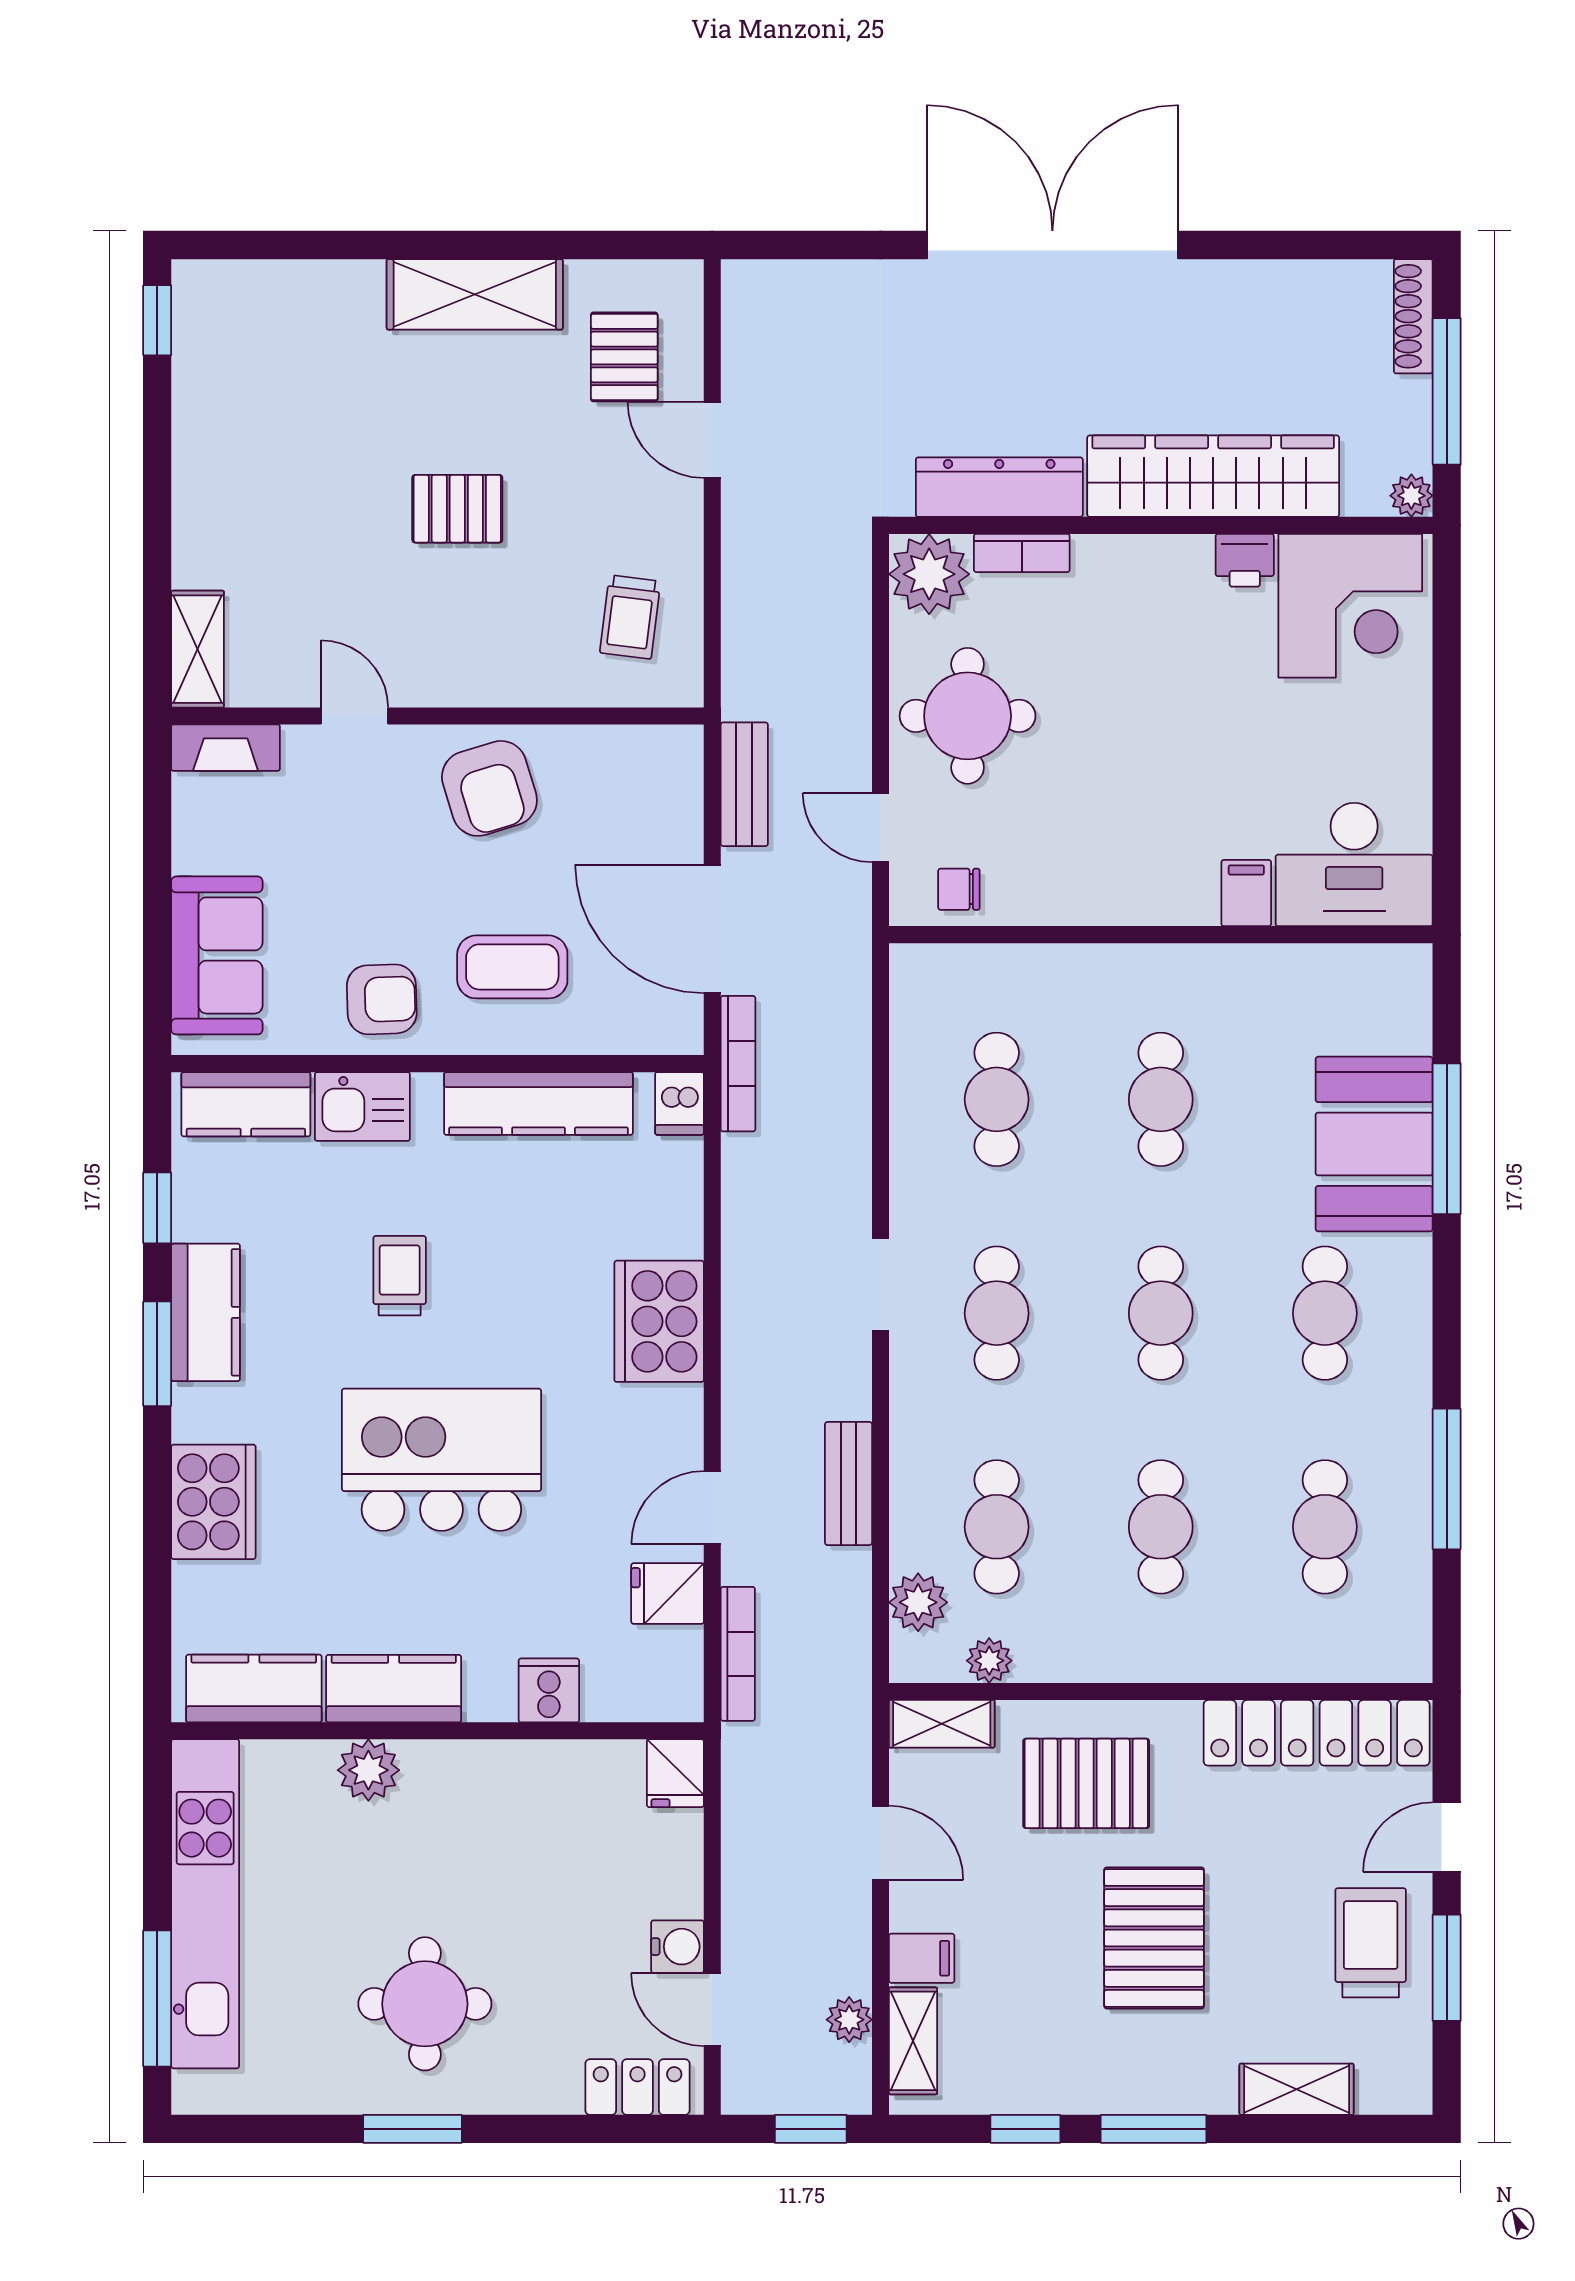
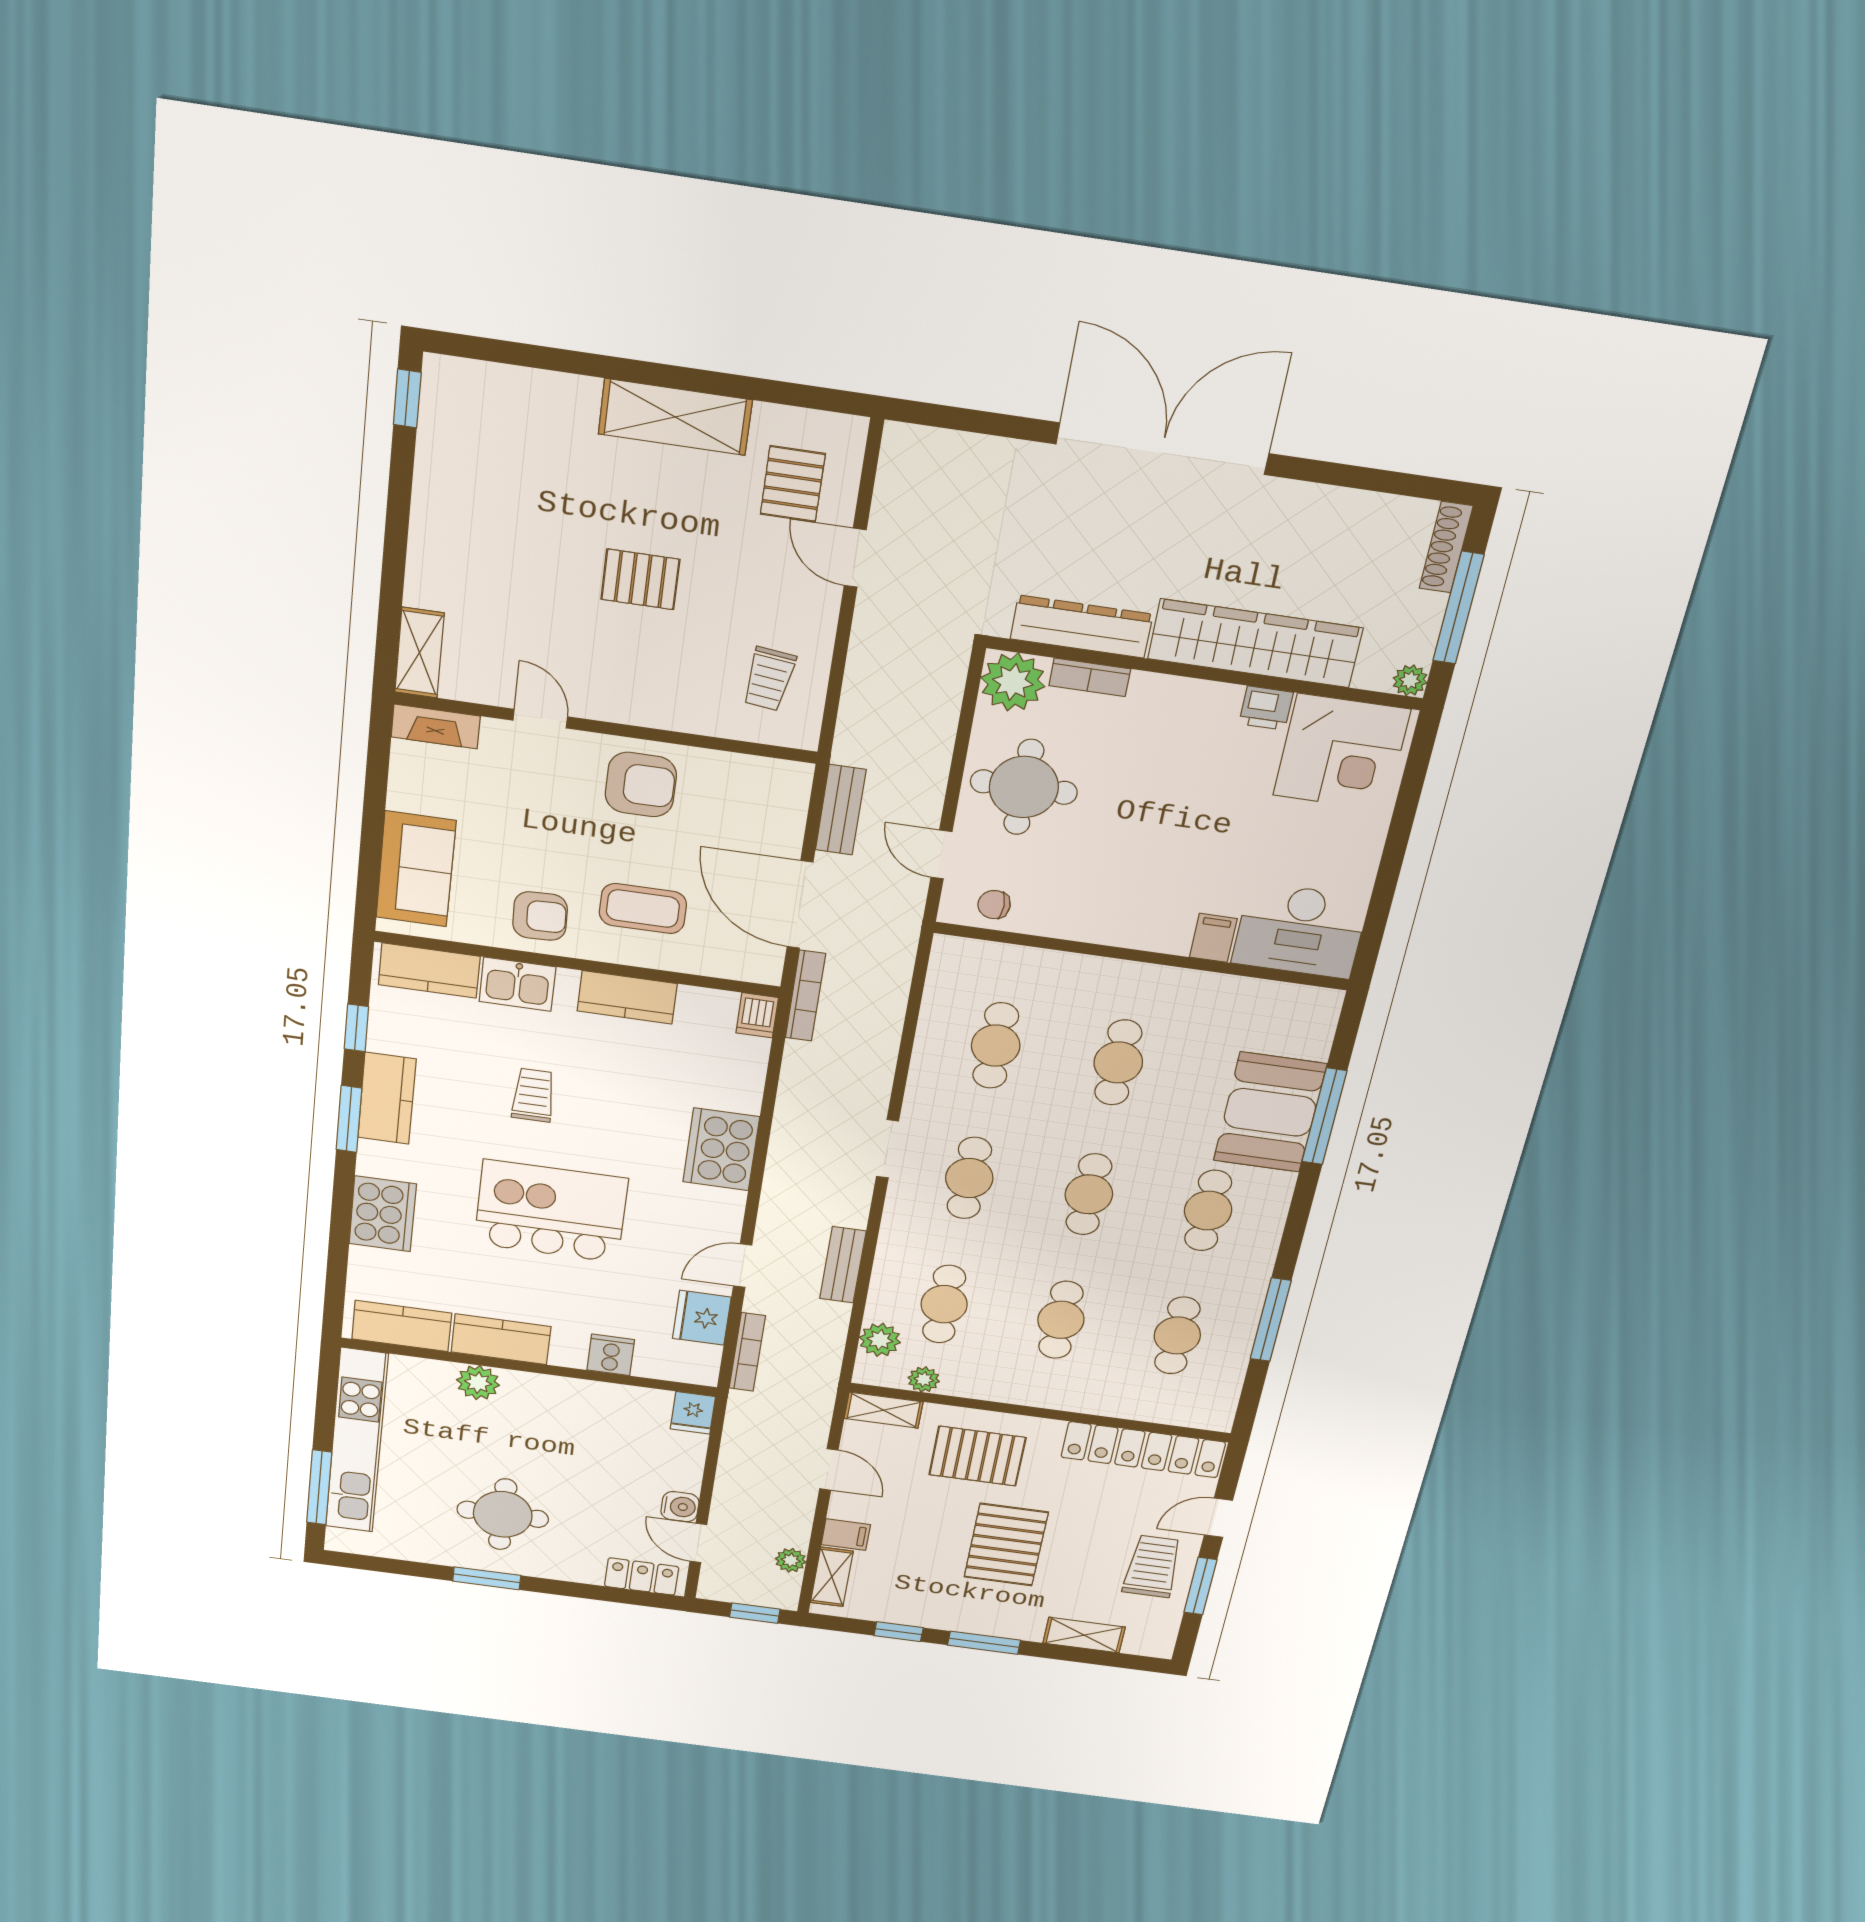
armchair: (489, 788) -> (641, 785), turned -73
kitchen counter: (538, 1103) -> (627, 997), width x0.67
fridge: (668, 1593) -> (702, 1318), width x1.38

